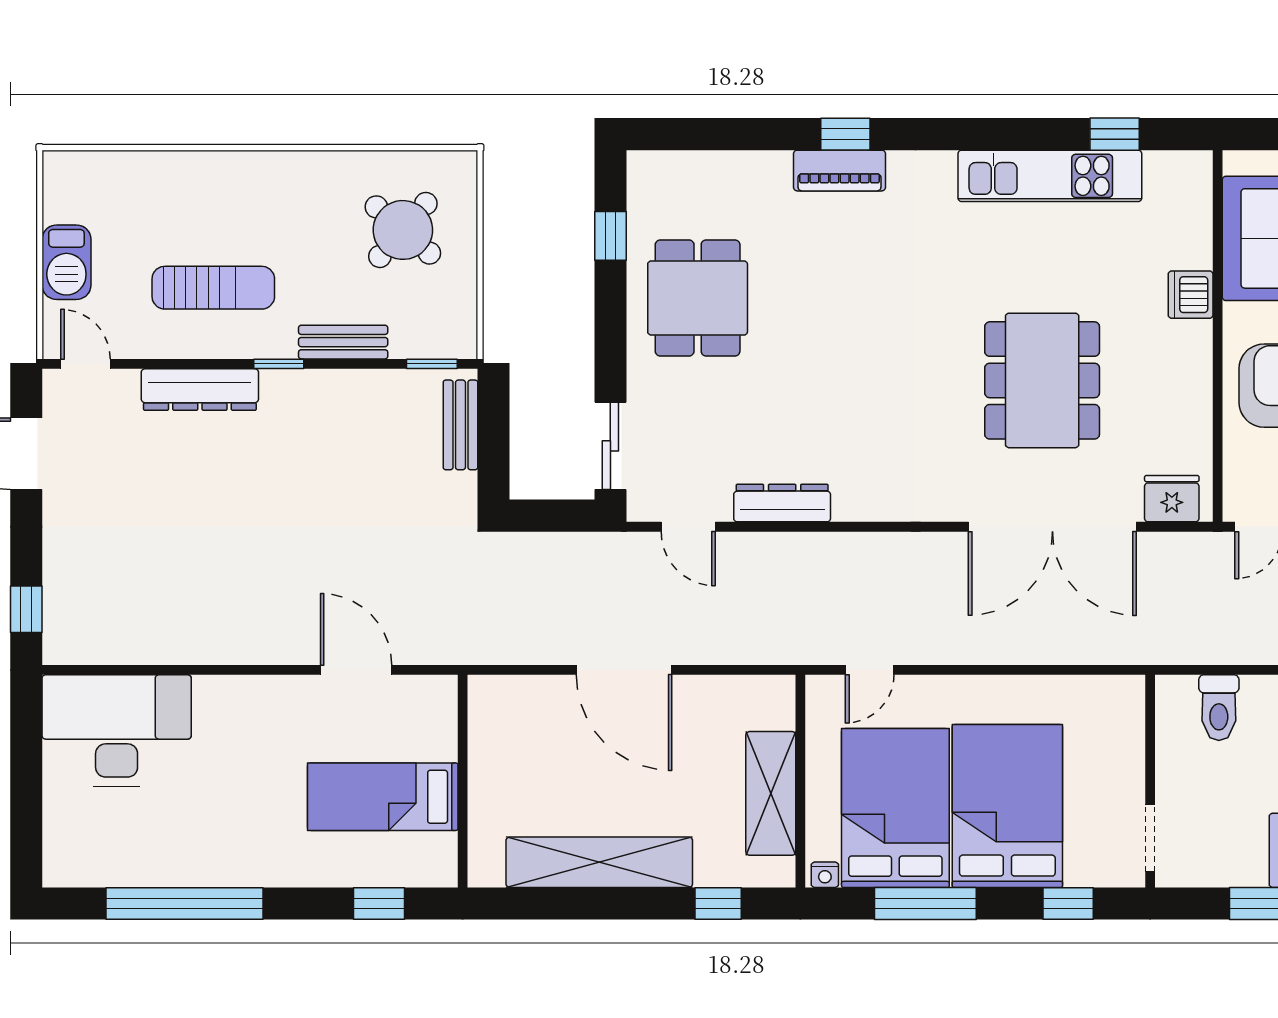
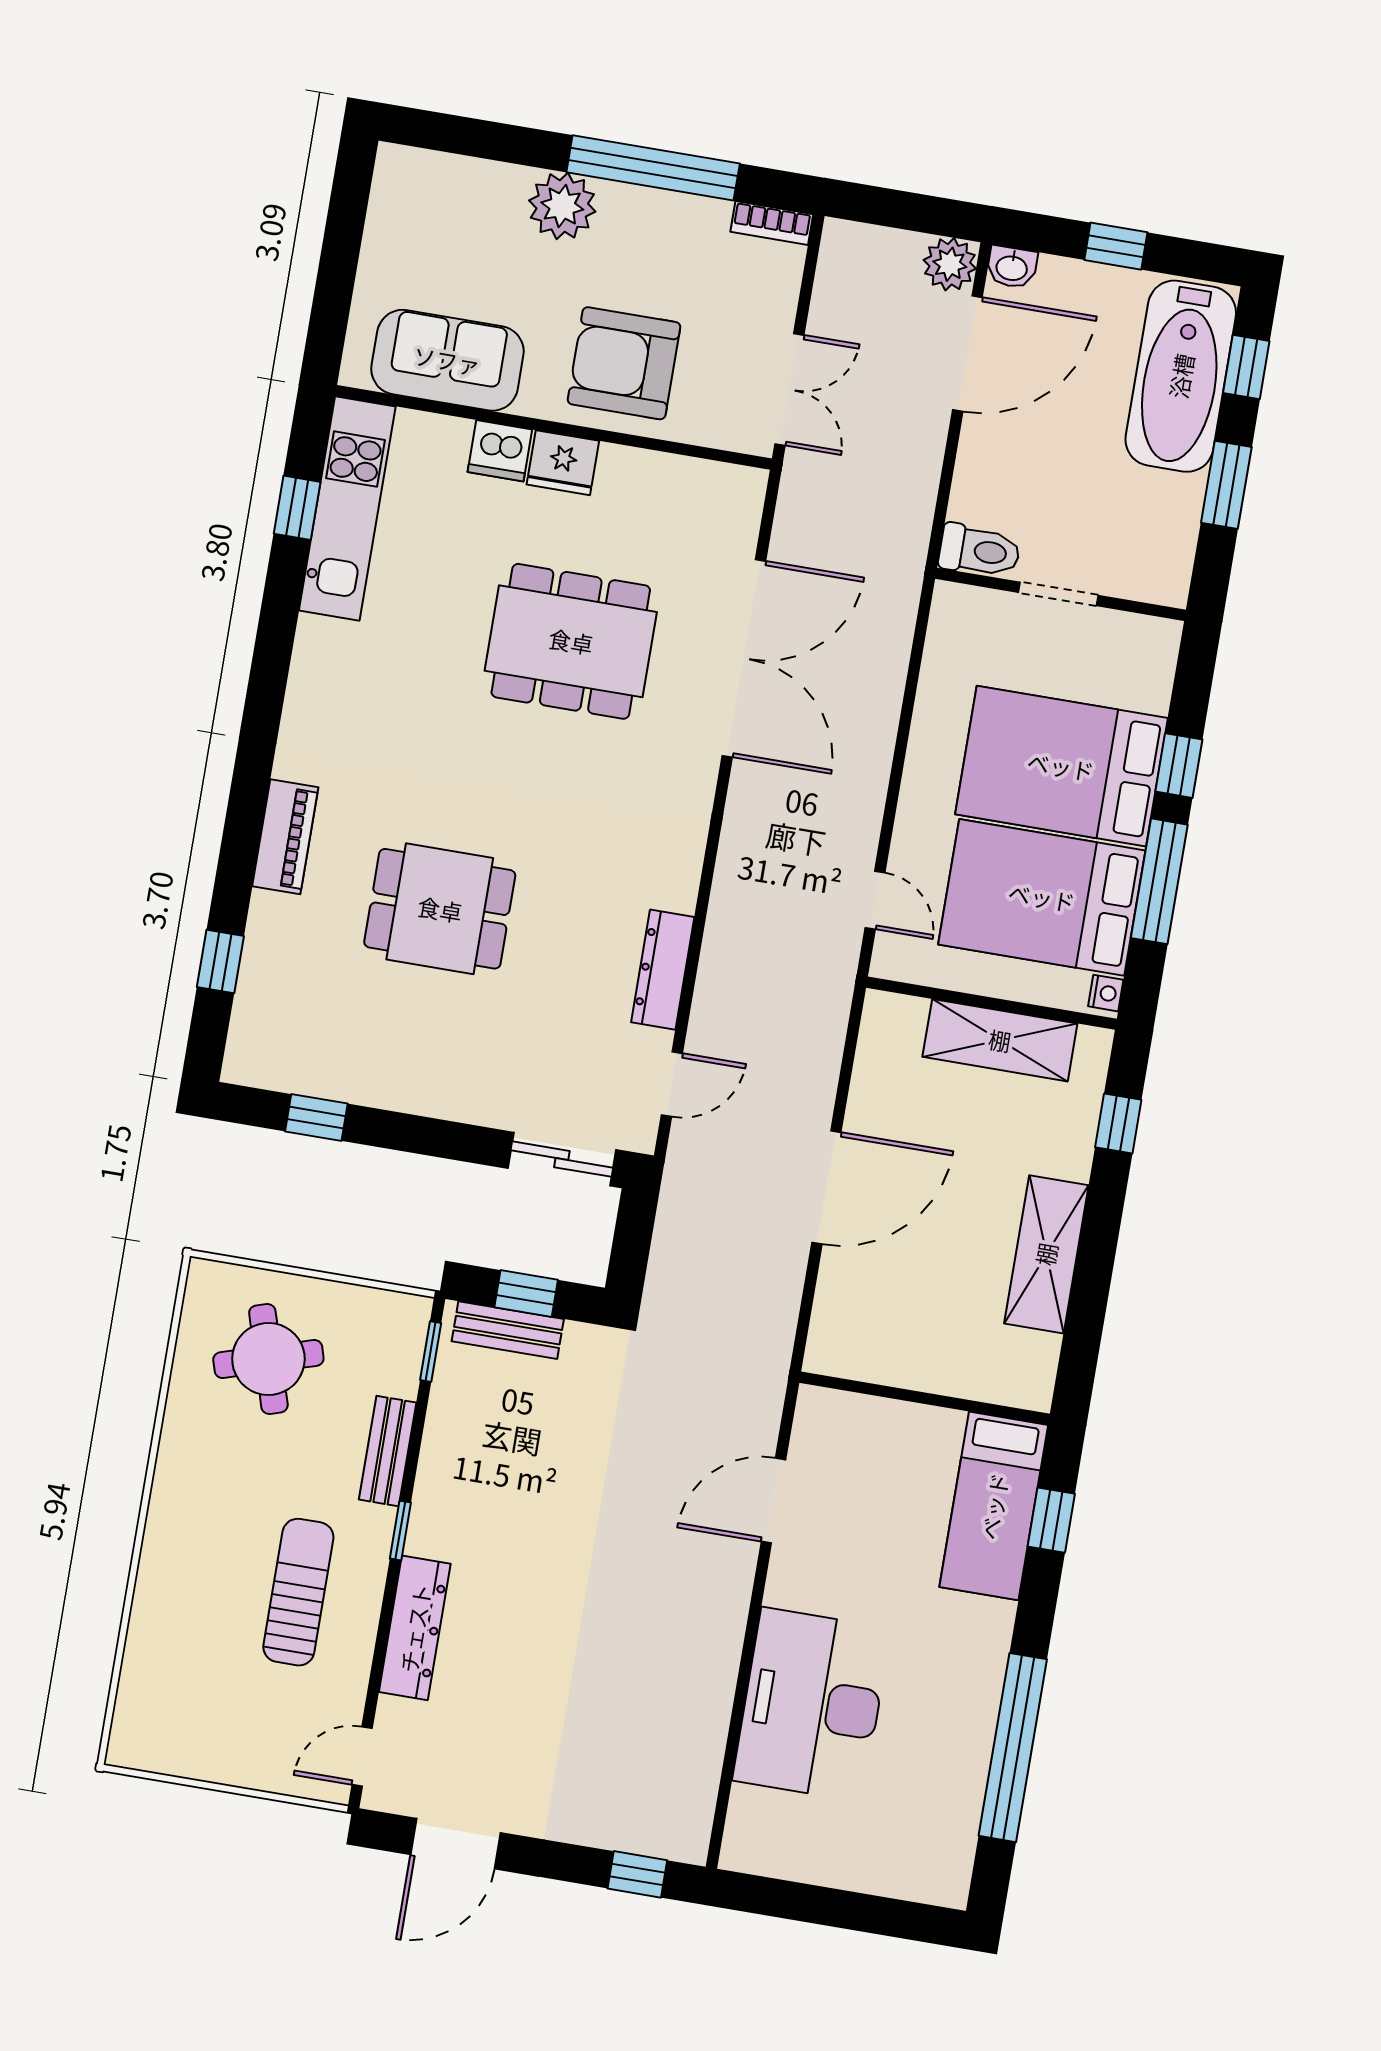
window: (845, 134) -> (220, 961), moved
kitchen unit: (1050, 176) -> (347, 508), moved
round table: (403, 230) -> (268, 1359), turned 32
barbecue: (66, 262) -> (240, 1759), removed
dining table: (698, 298) -> (440, 909), moved
window: (494, 435) -> (526, 1293), added
fridge: (1172, 499) -> (563, 463), moved, turned -90
toilet: (1219, 708) -> (979, 551), moved
desk: (117, 730) -> (812, 1705), moved
bed: (383, 797) -> (994, 1506), moved
doorway: (1150, 838) -> (1058, 594), moved
shelving: (599, 862) -> (1046, 1254), width x0.68
window: (1068, 904) -> (1179, 766), moved

